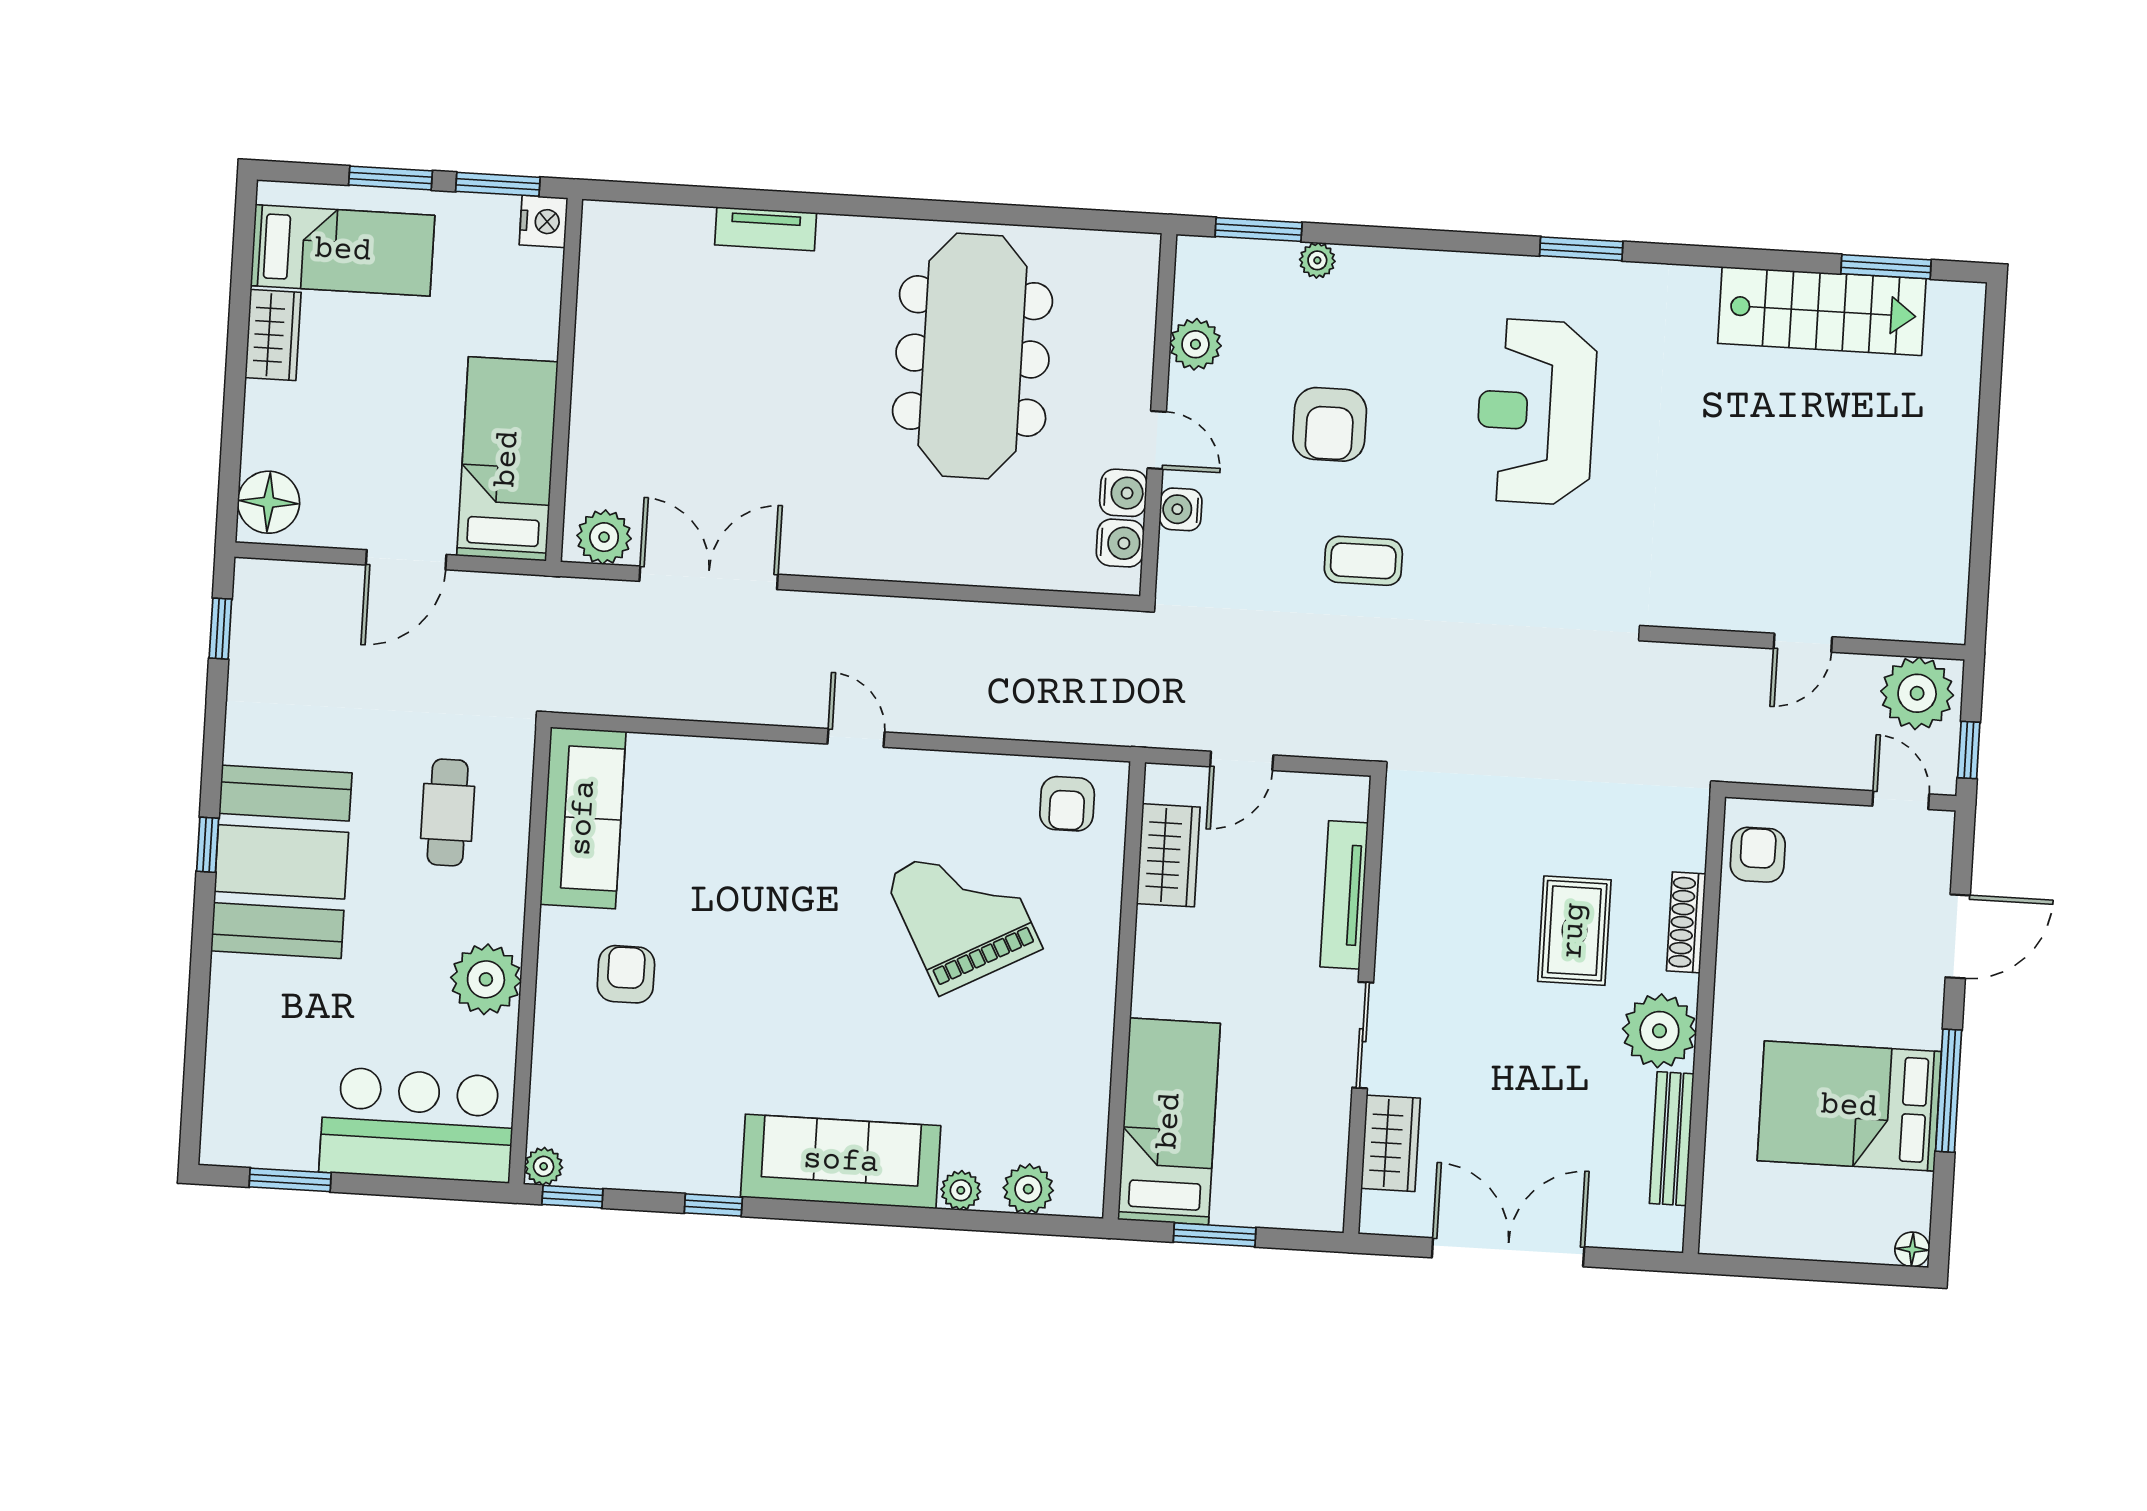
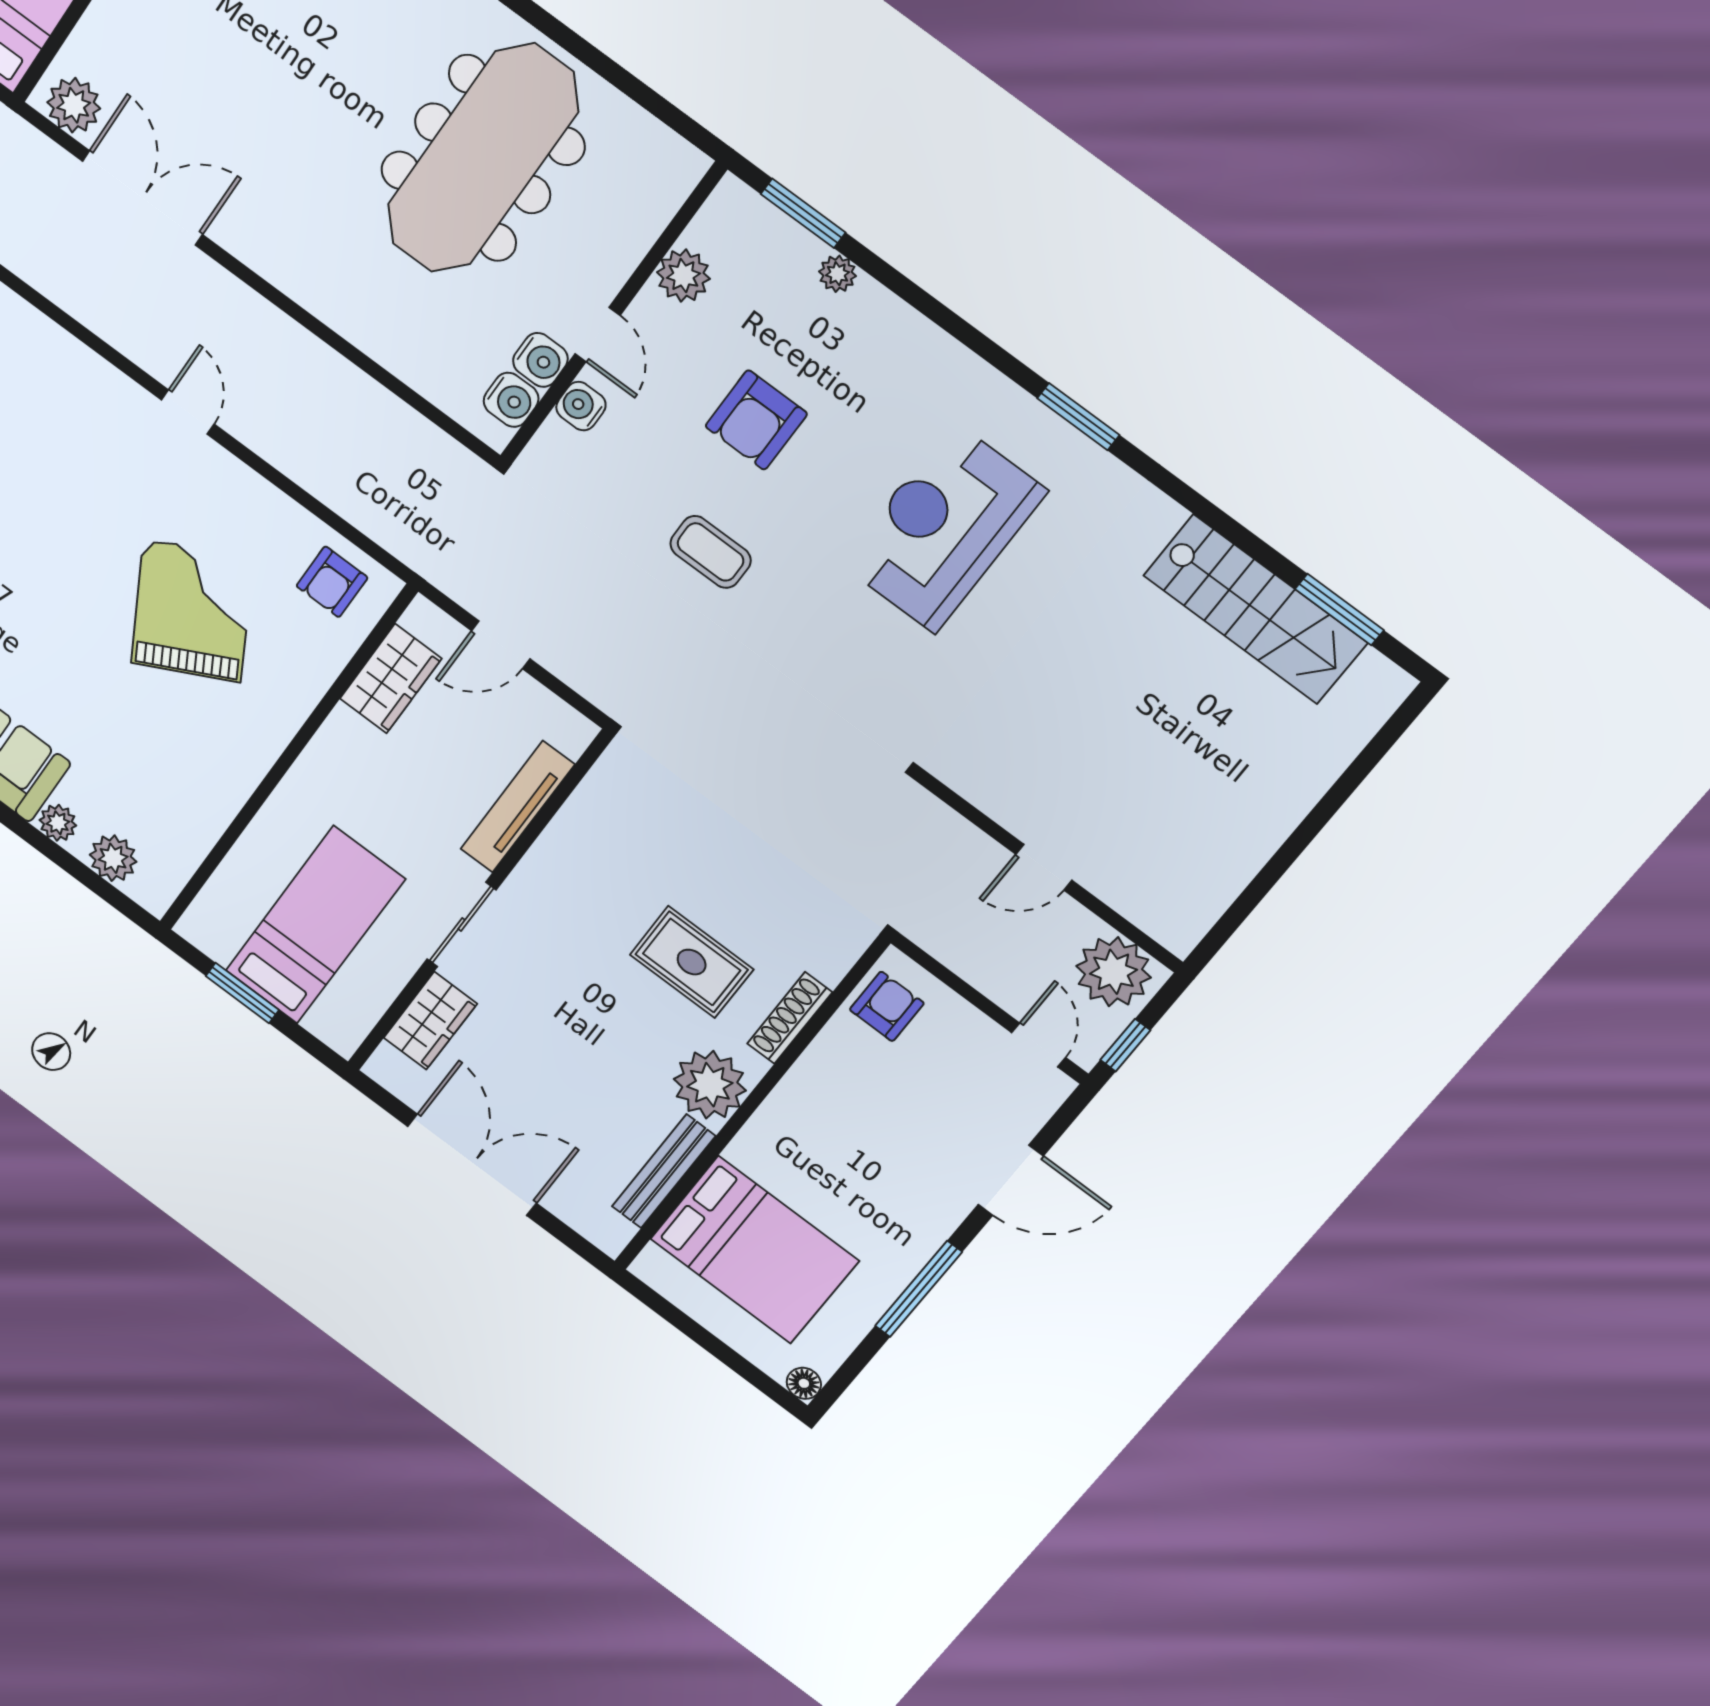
rug: (1574, 931) -> (692, 962), turned 90
bed: (1849, 1106) -> (754, 1250), moved, turned 180
bed: (1169, 1121) -> (315, 925), moved

